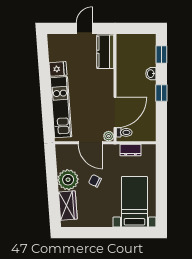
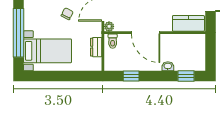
window: (161, 93) -> (131, 76), moved
door: (115, 112) -> (146, 33), moved
window: (115, 233) -> (19, 33), added

